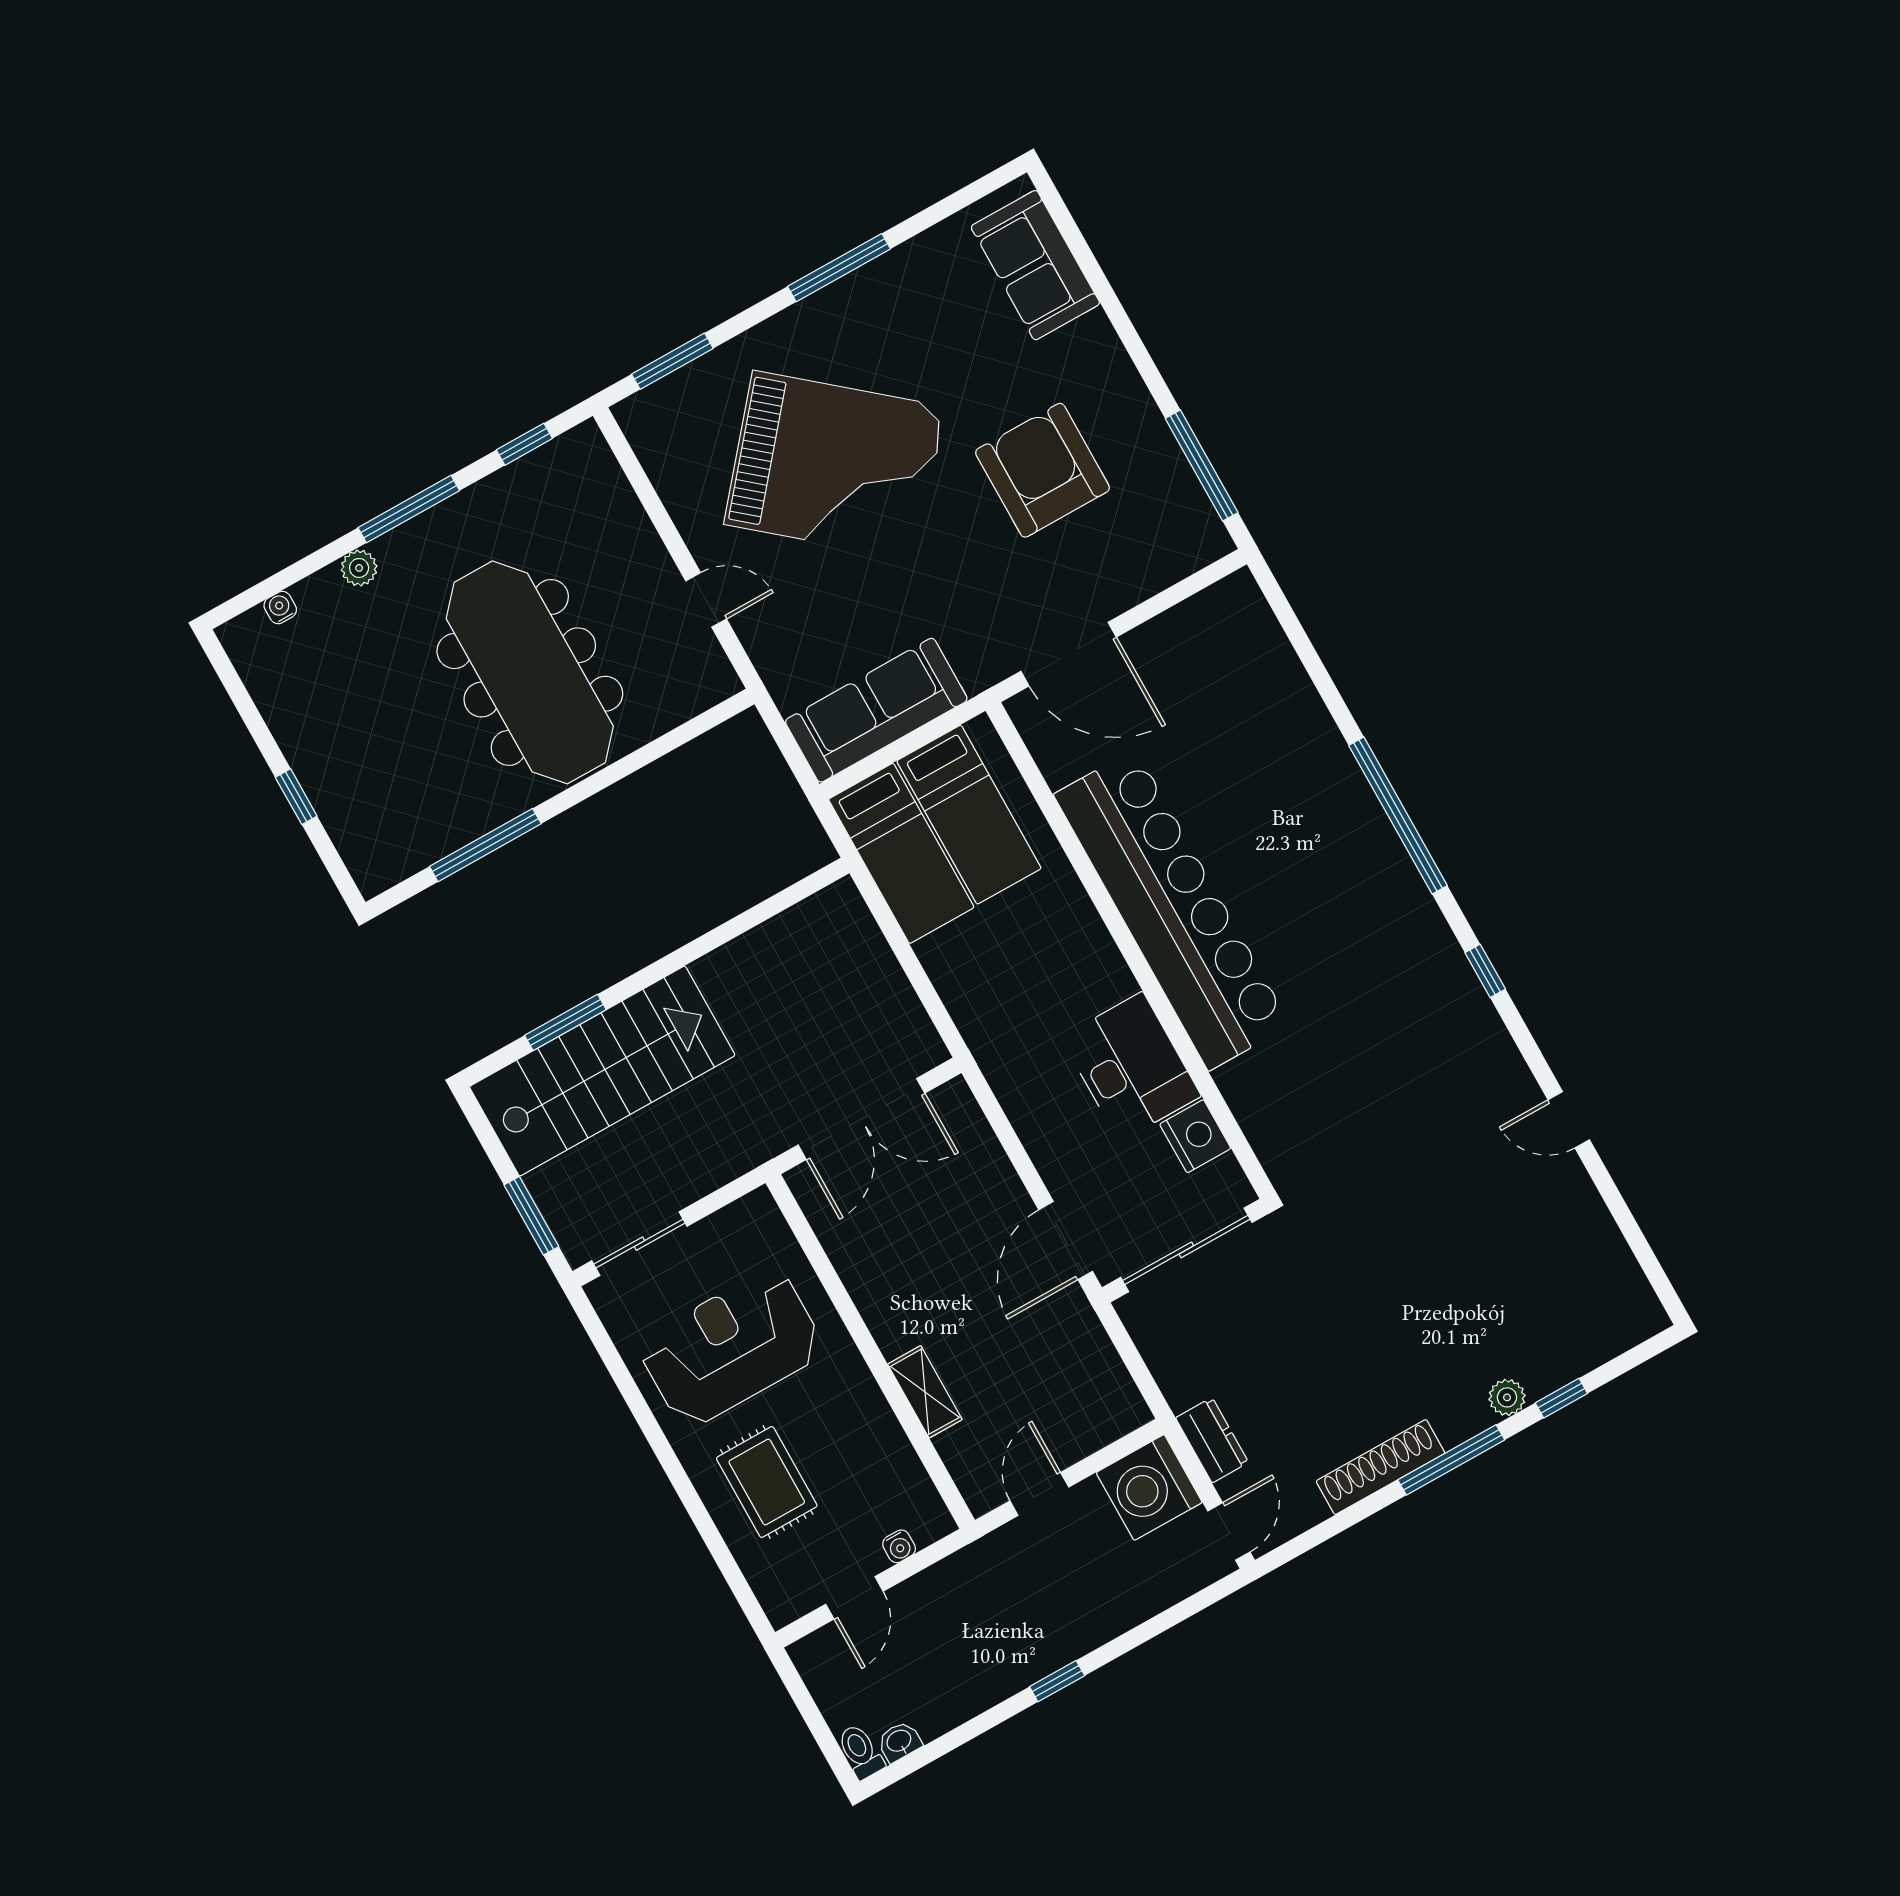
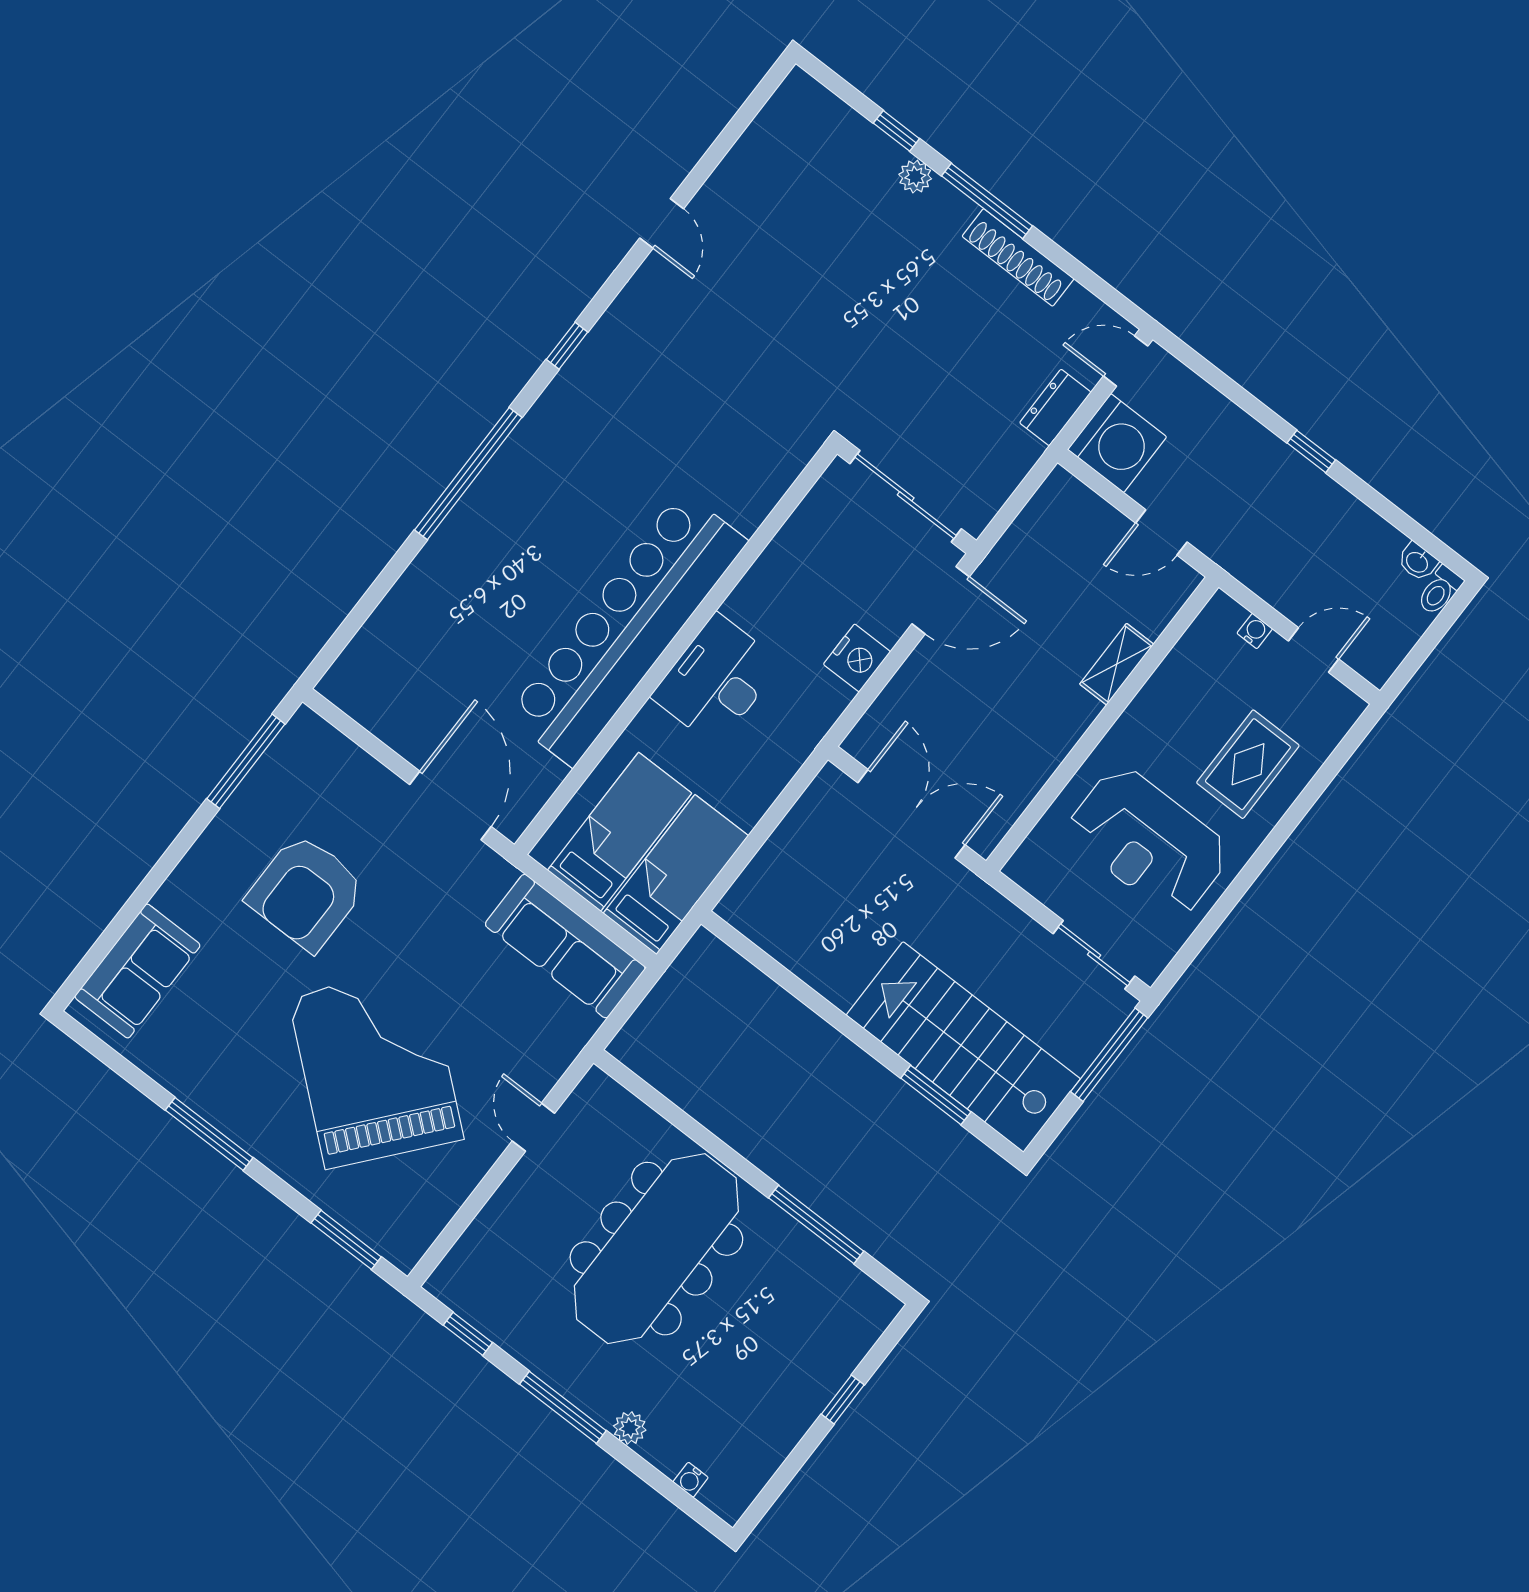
desk: (1131, 1067) -> (716, 680), moved
nightstand: (1195, 1136) -> (857, 658), moved, turned 180
window: (531, 1216) -> (1109, 1055), width x1.44

